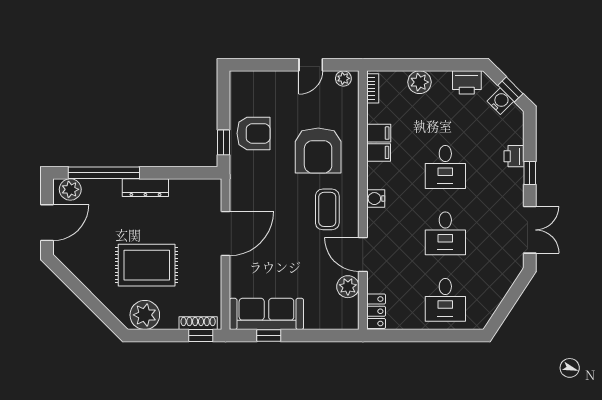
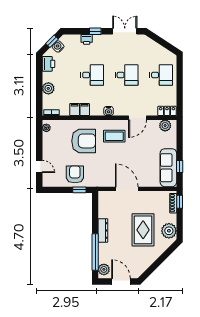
door: (311, 65) -> (39, 166), moved
plant: (348, 287) -> (165, 126), moved

